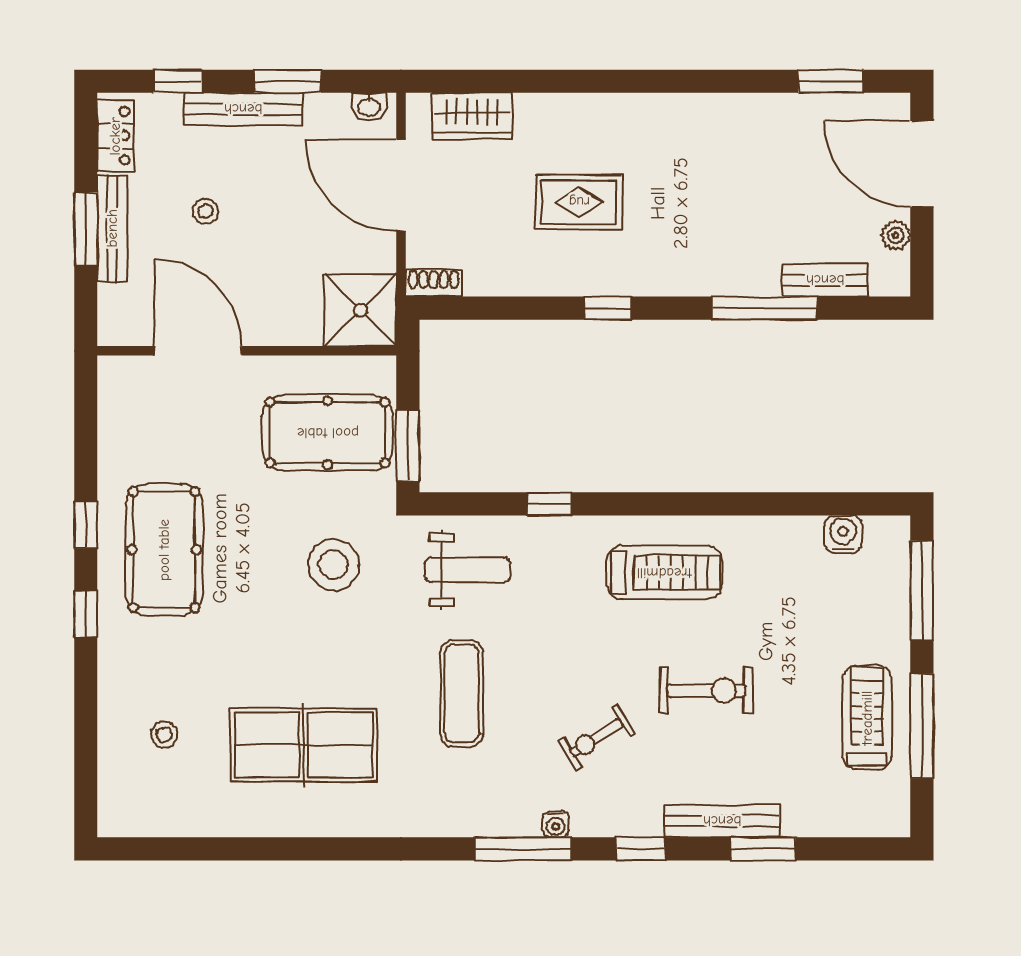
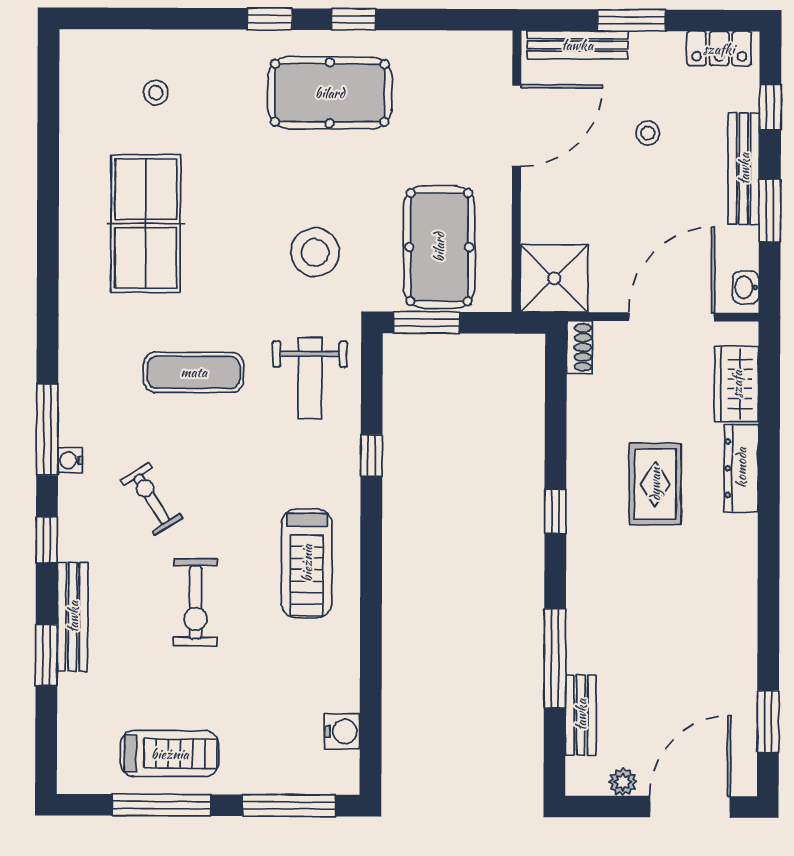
dresser: (562, 111) -> (741, 468), added
bench: (112, 228) -> (577, 45), moved

